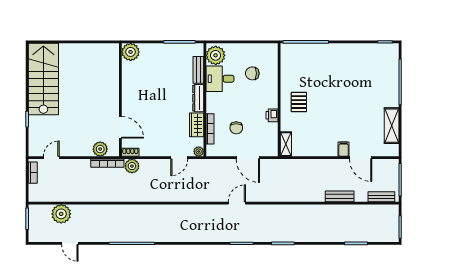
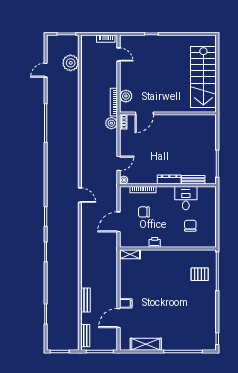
plant: (131, 52) -> (209, 122), removed
plant: (216, 55) -> (206, 194), removed
stairs: (43, 79) -> (203, 77), moved, turned 90
pallet: (299, 102) -> (200, 274), moved
wardrobe: (197, 125) -> (146, 178), removed
door: (179, 158) -> (119, 163), swing flipped
door: (237, 203) -> (80, 195), moved

